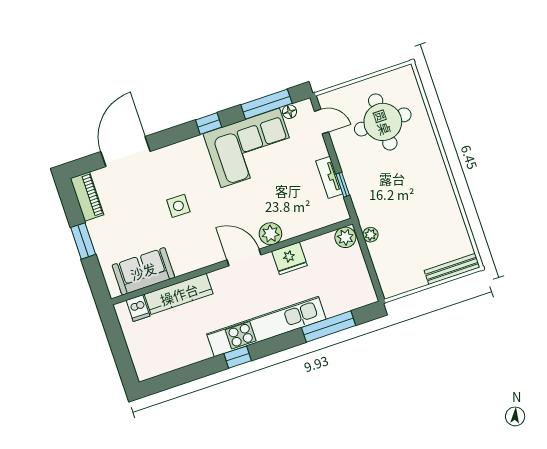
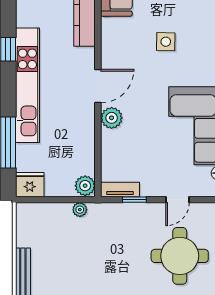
door: (322, 122) -> (178, 200), moved
tv unit: (329, 177) -> (120, 189), moved
fridge: (290, 258) -> (30, 185), moved, turned 90

